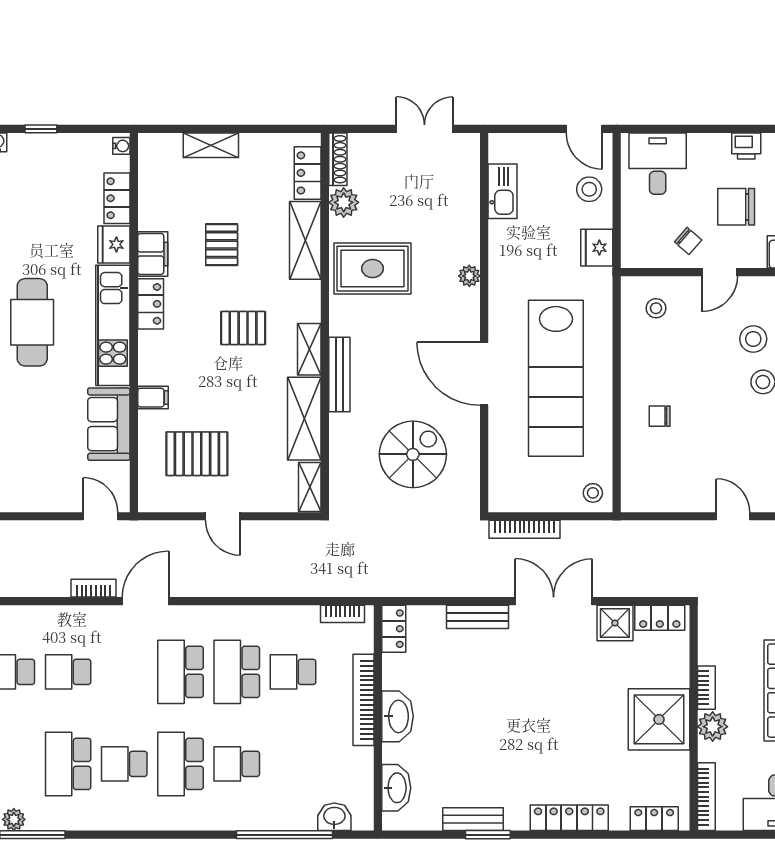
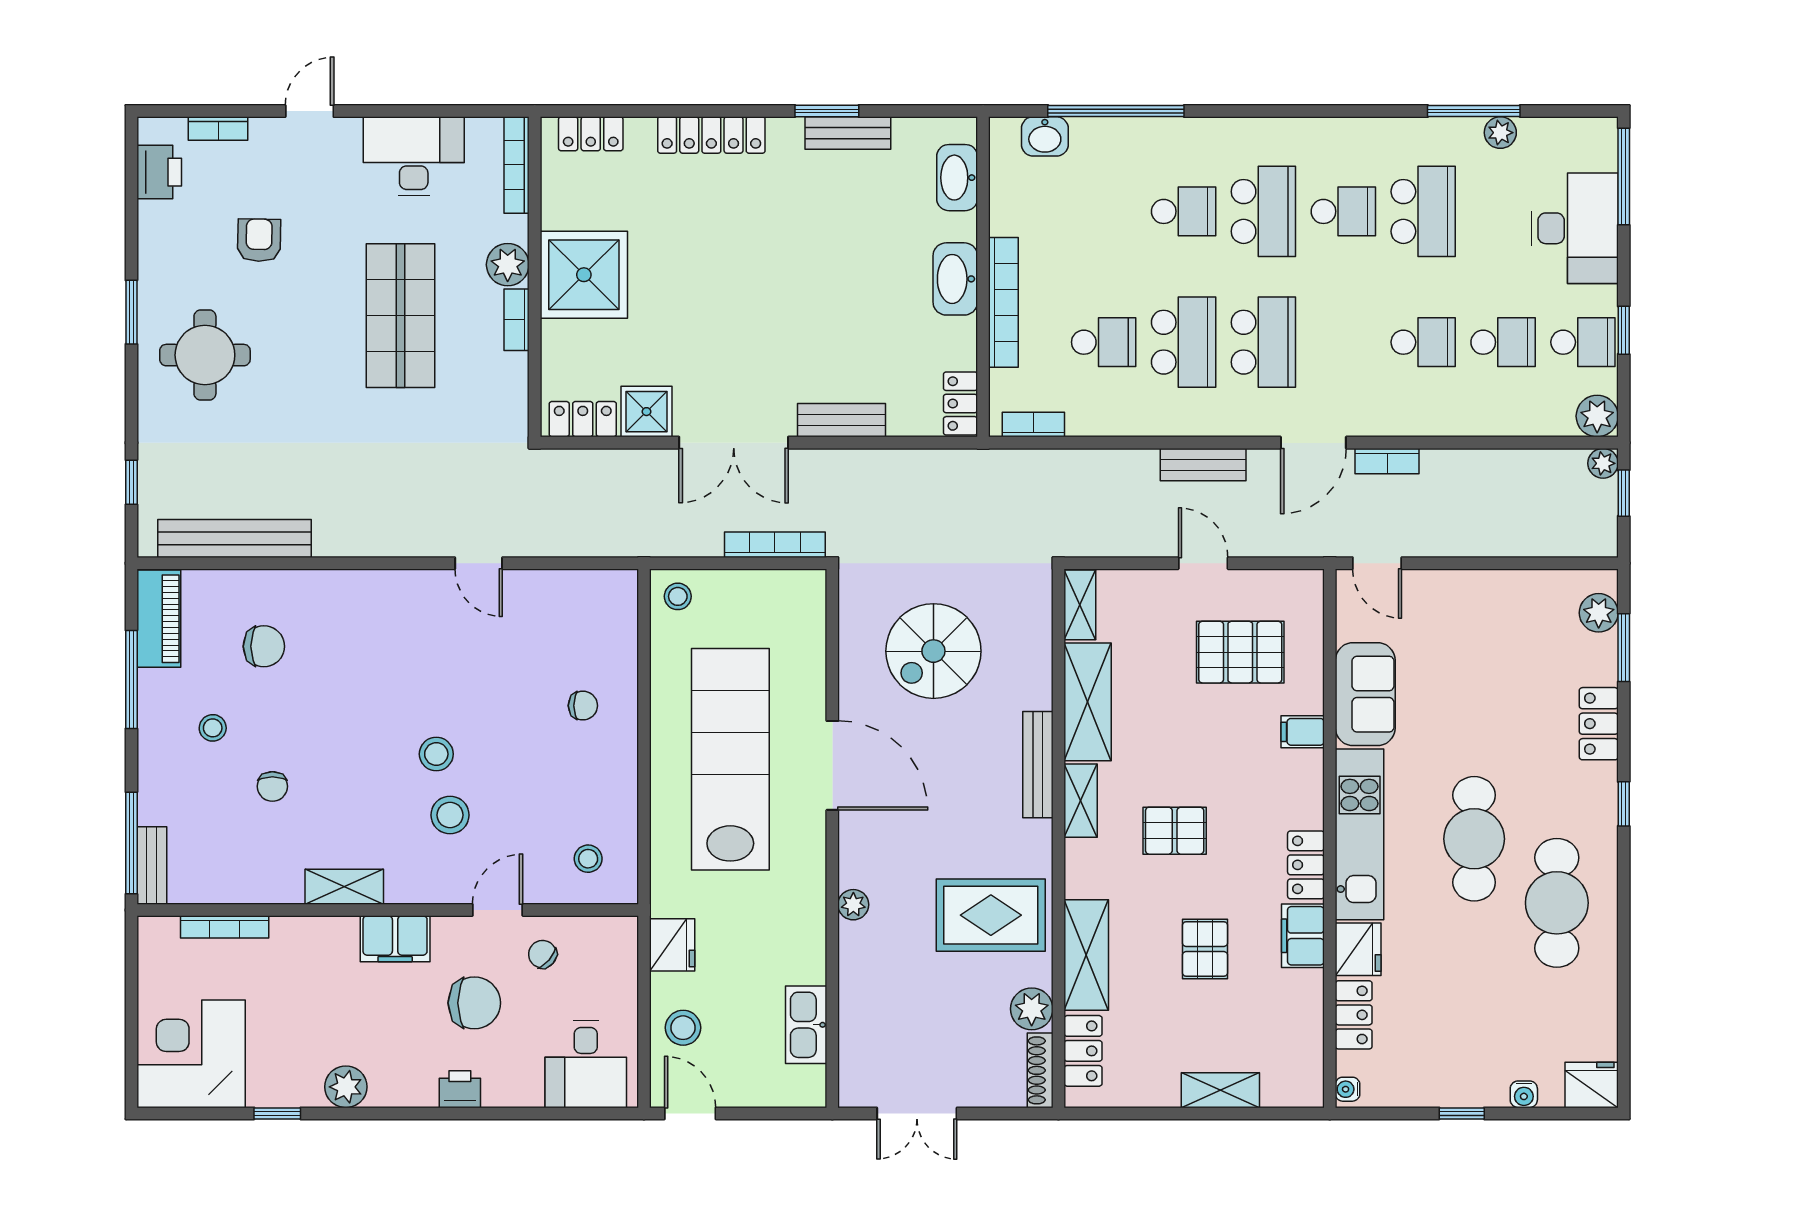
bench: (223, 586) -> (1203, 465), added

